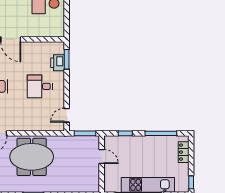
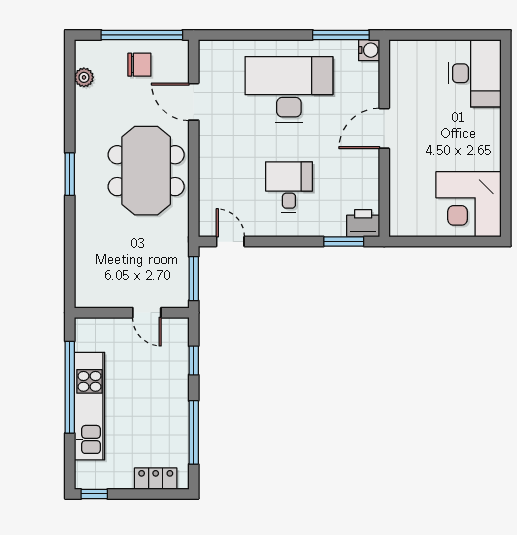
printer: (58, 63) -> (363, 223), moved
door: (102, 156) -> (147, 313), hinge flipped

